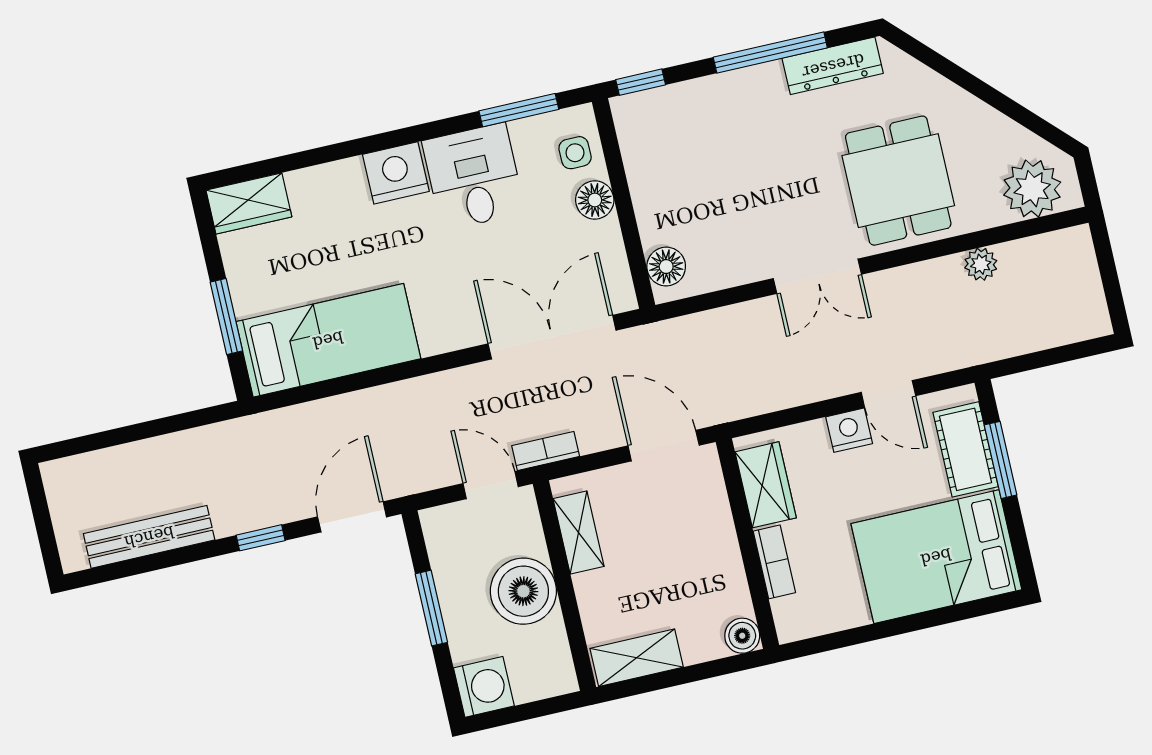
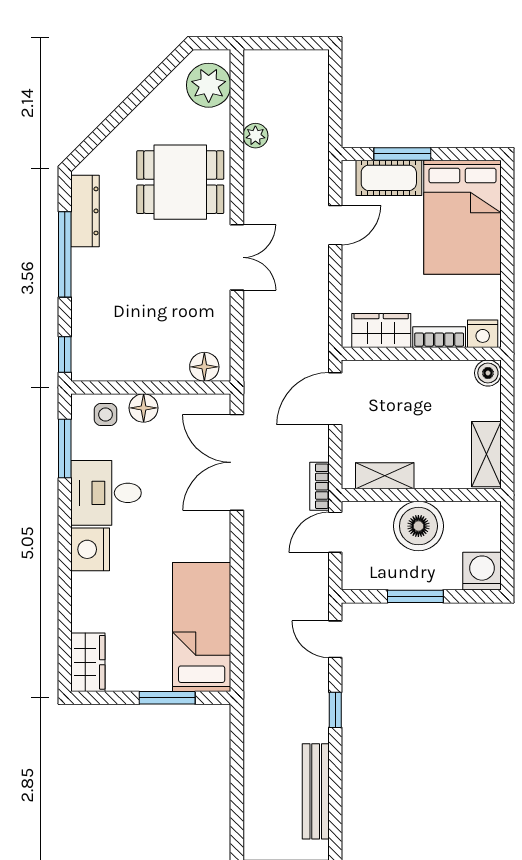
nightstand: (849, 430) -> (483, 334), moved, turned -90
door: (352, 517) -> (335, 639), width x0.73

